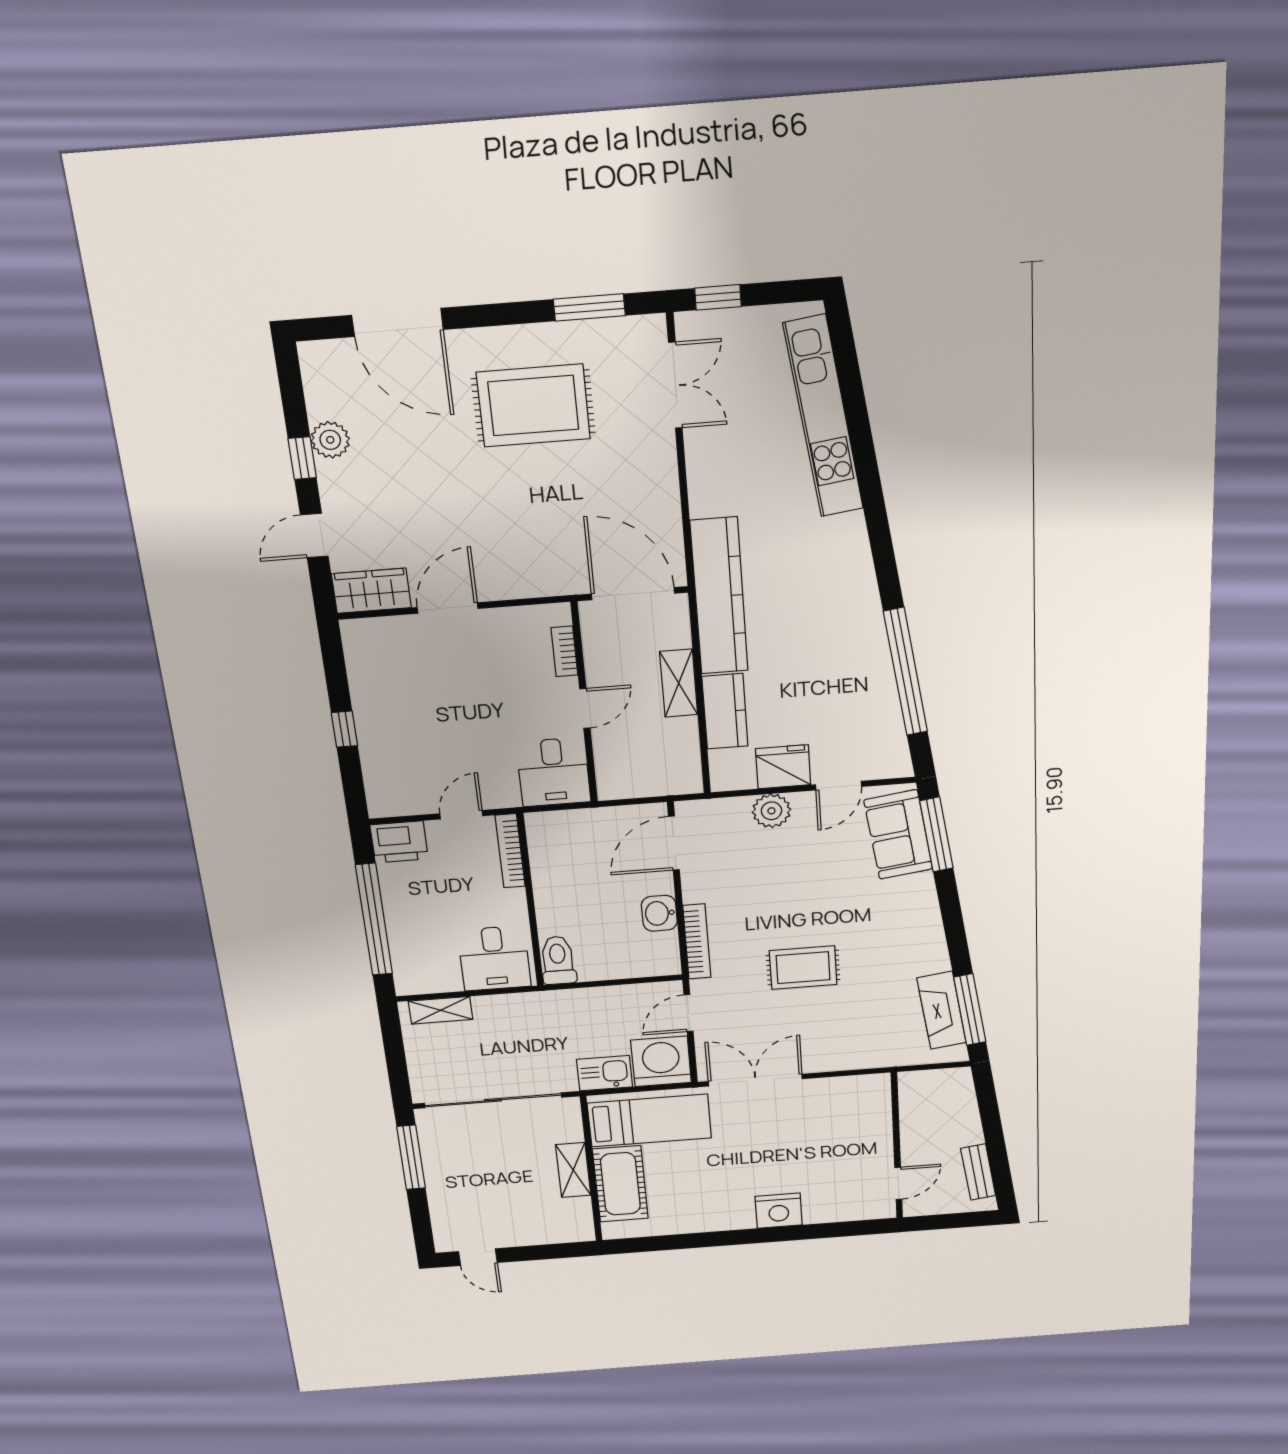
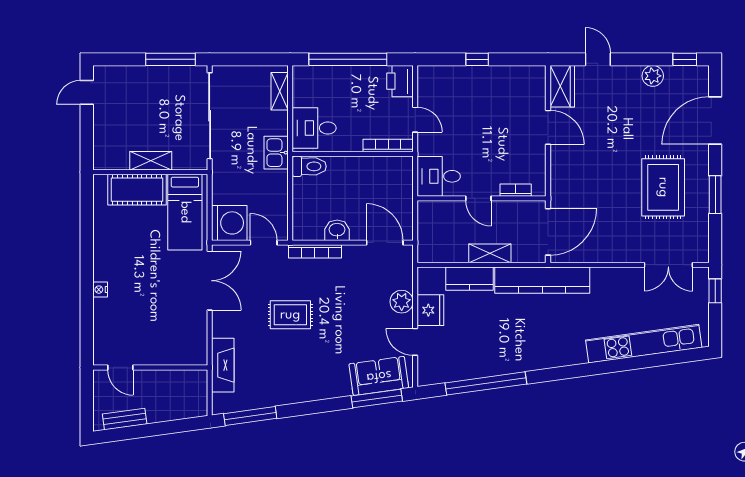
window: (589, 307) -> (715, 195), moved
window: (302, 458) -> (685, 59), moved
rug: (803, 968) -> (290, 315), turned 90
fireplace: (942, 1010) -> (223, 365), moved, turned 98
kitchen sink: (605, 1073) -> (276, 153), moved, turned 180
nightstand: (779, 1211) -> (100, 290), width x0.53, depth x0.56

